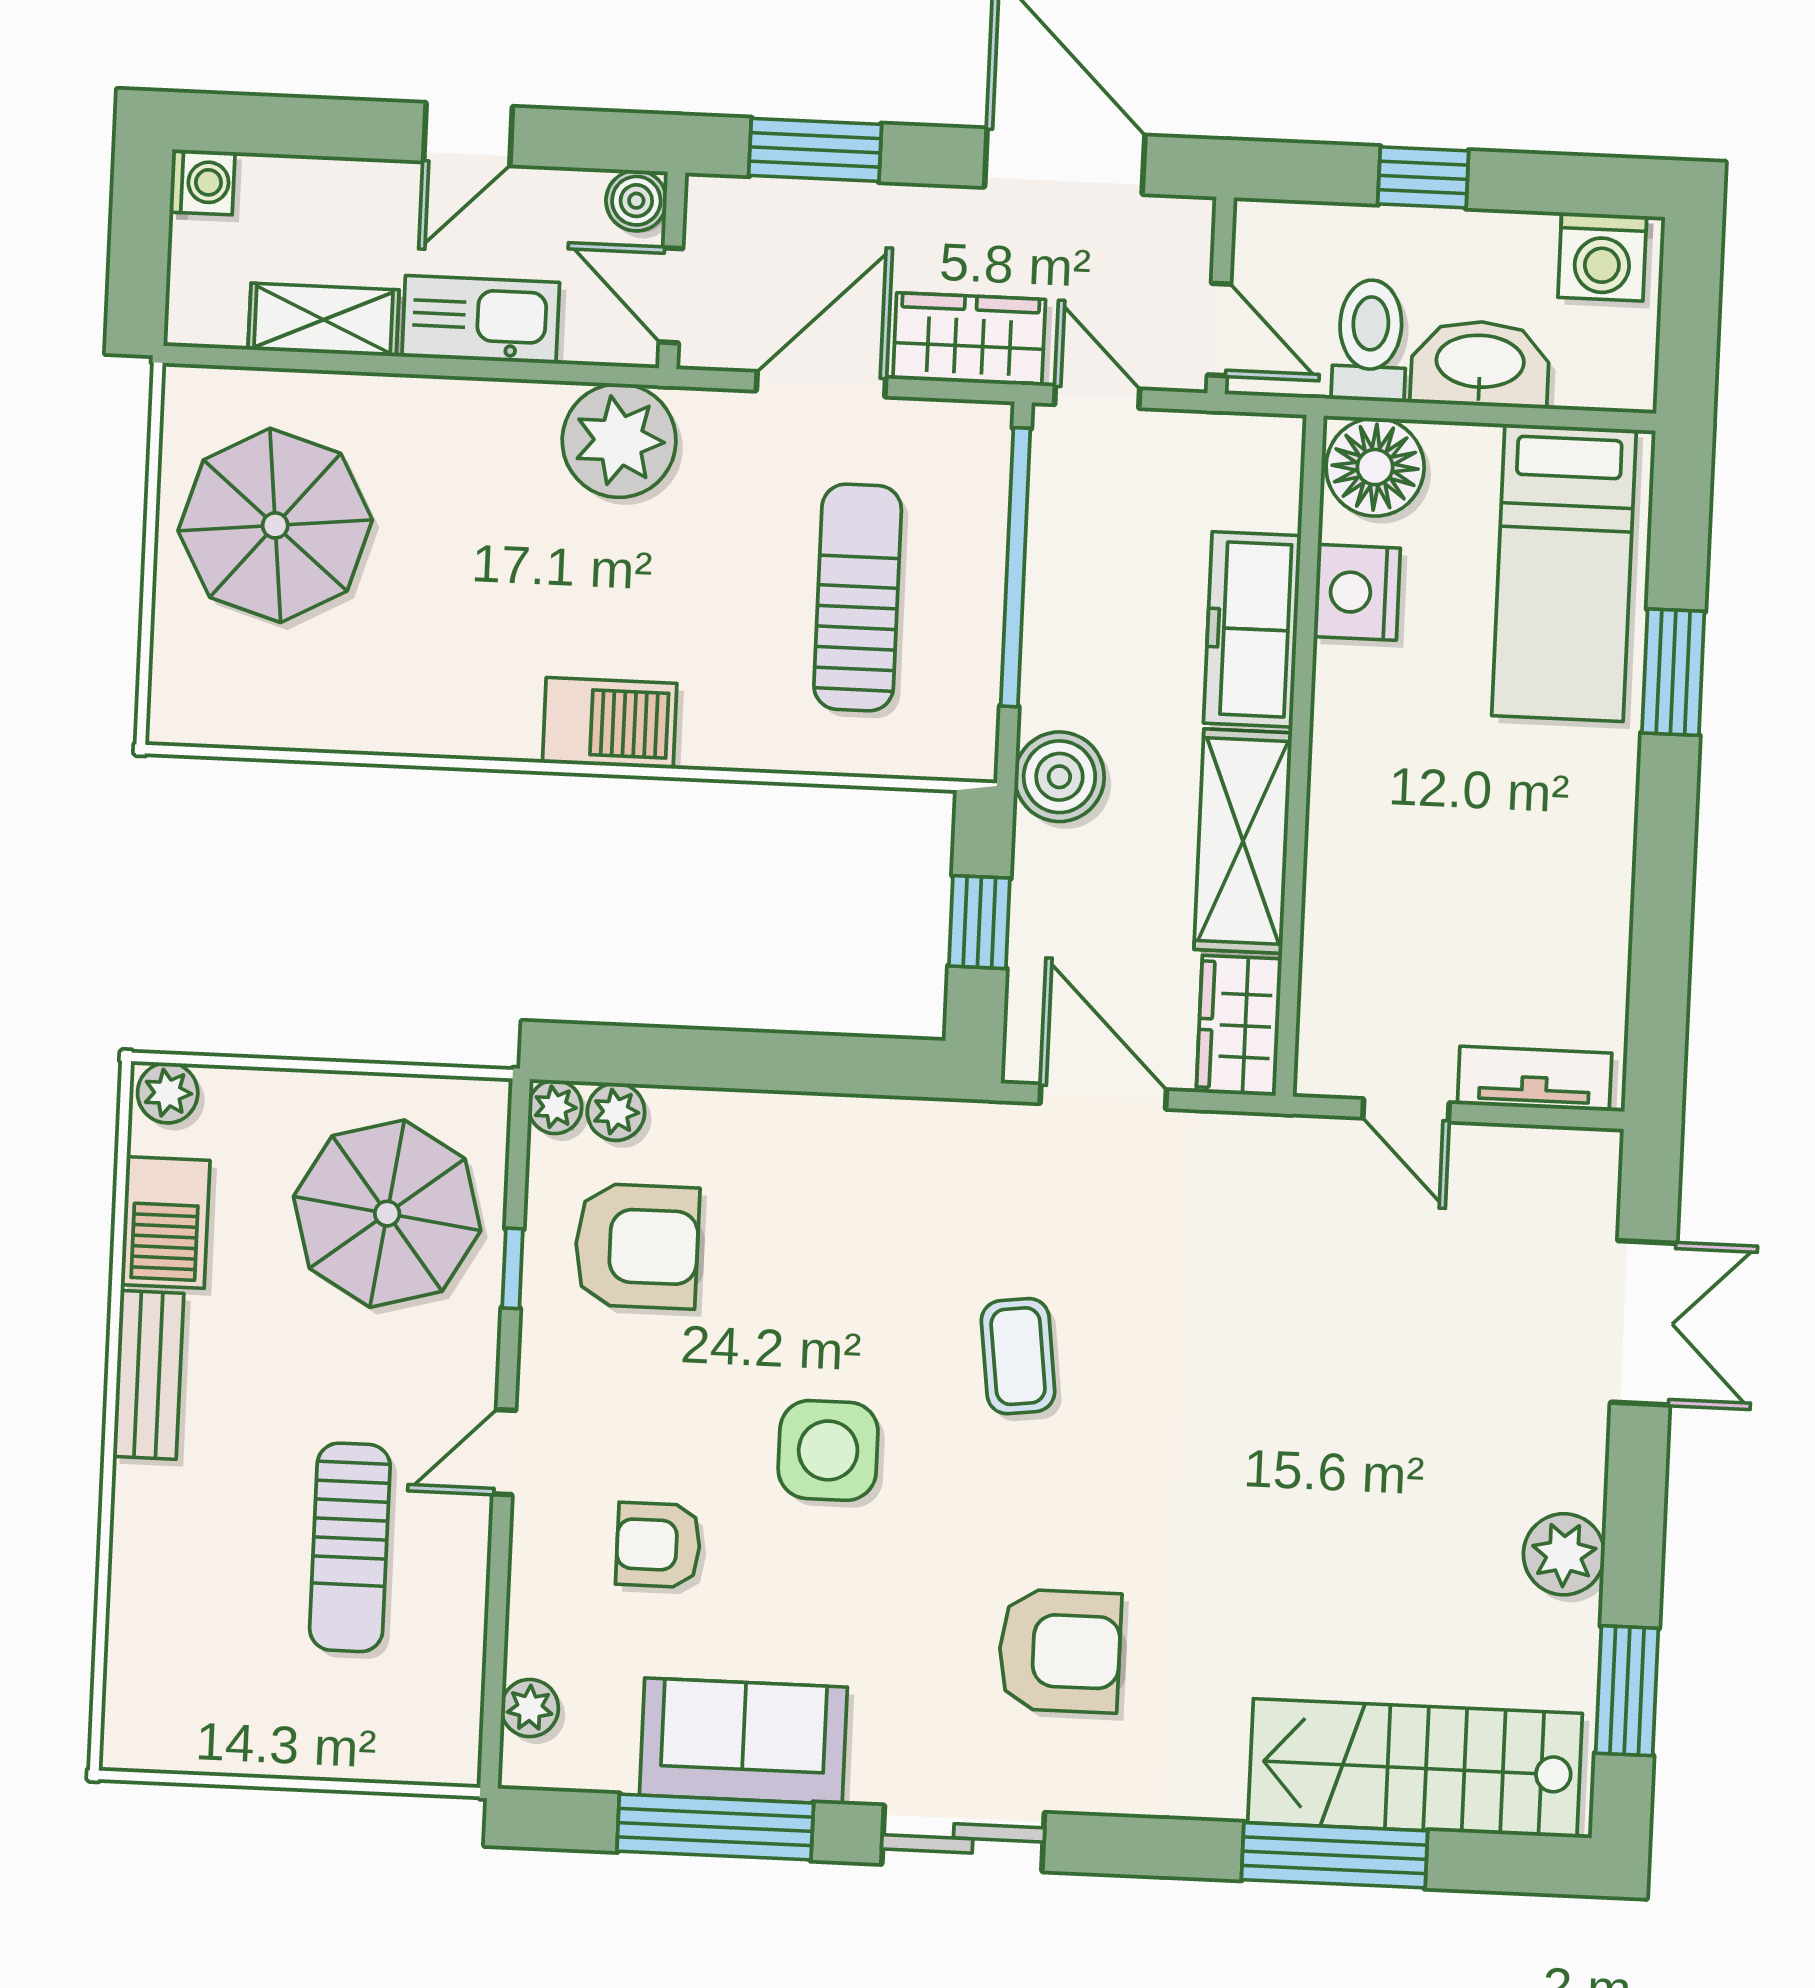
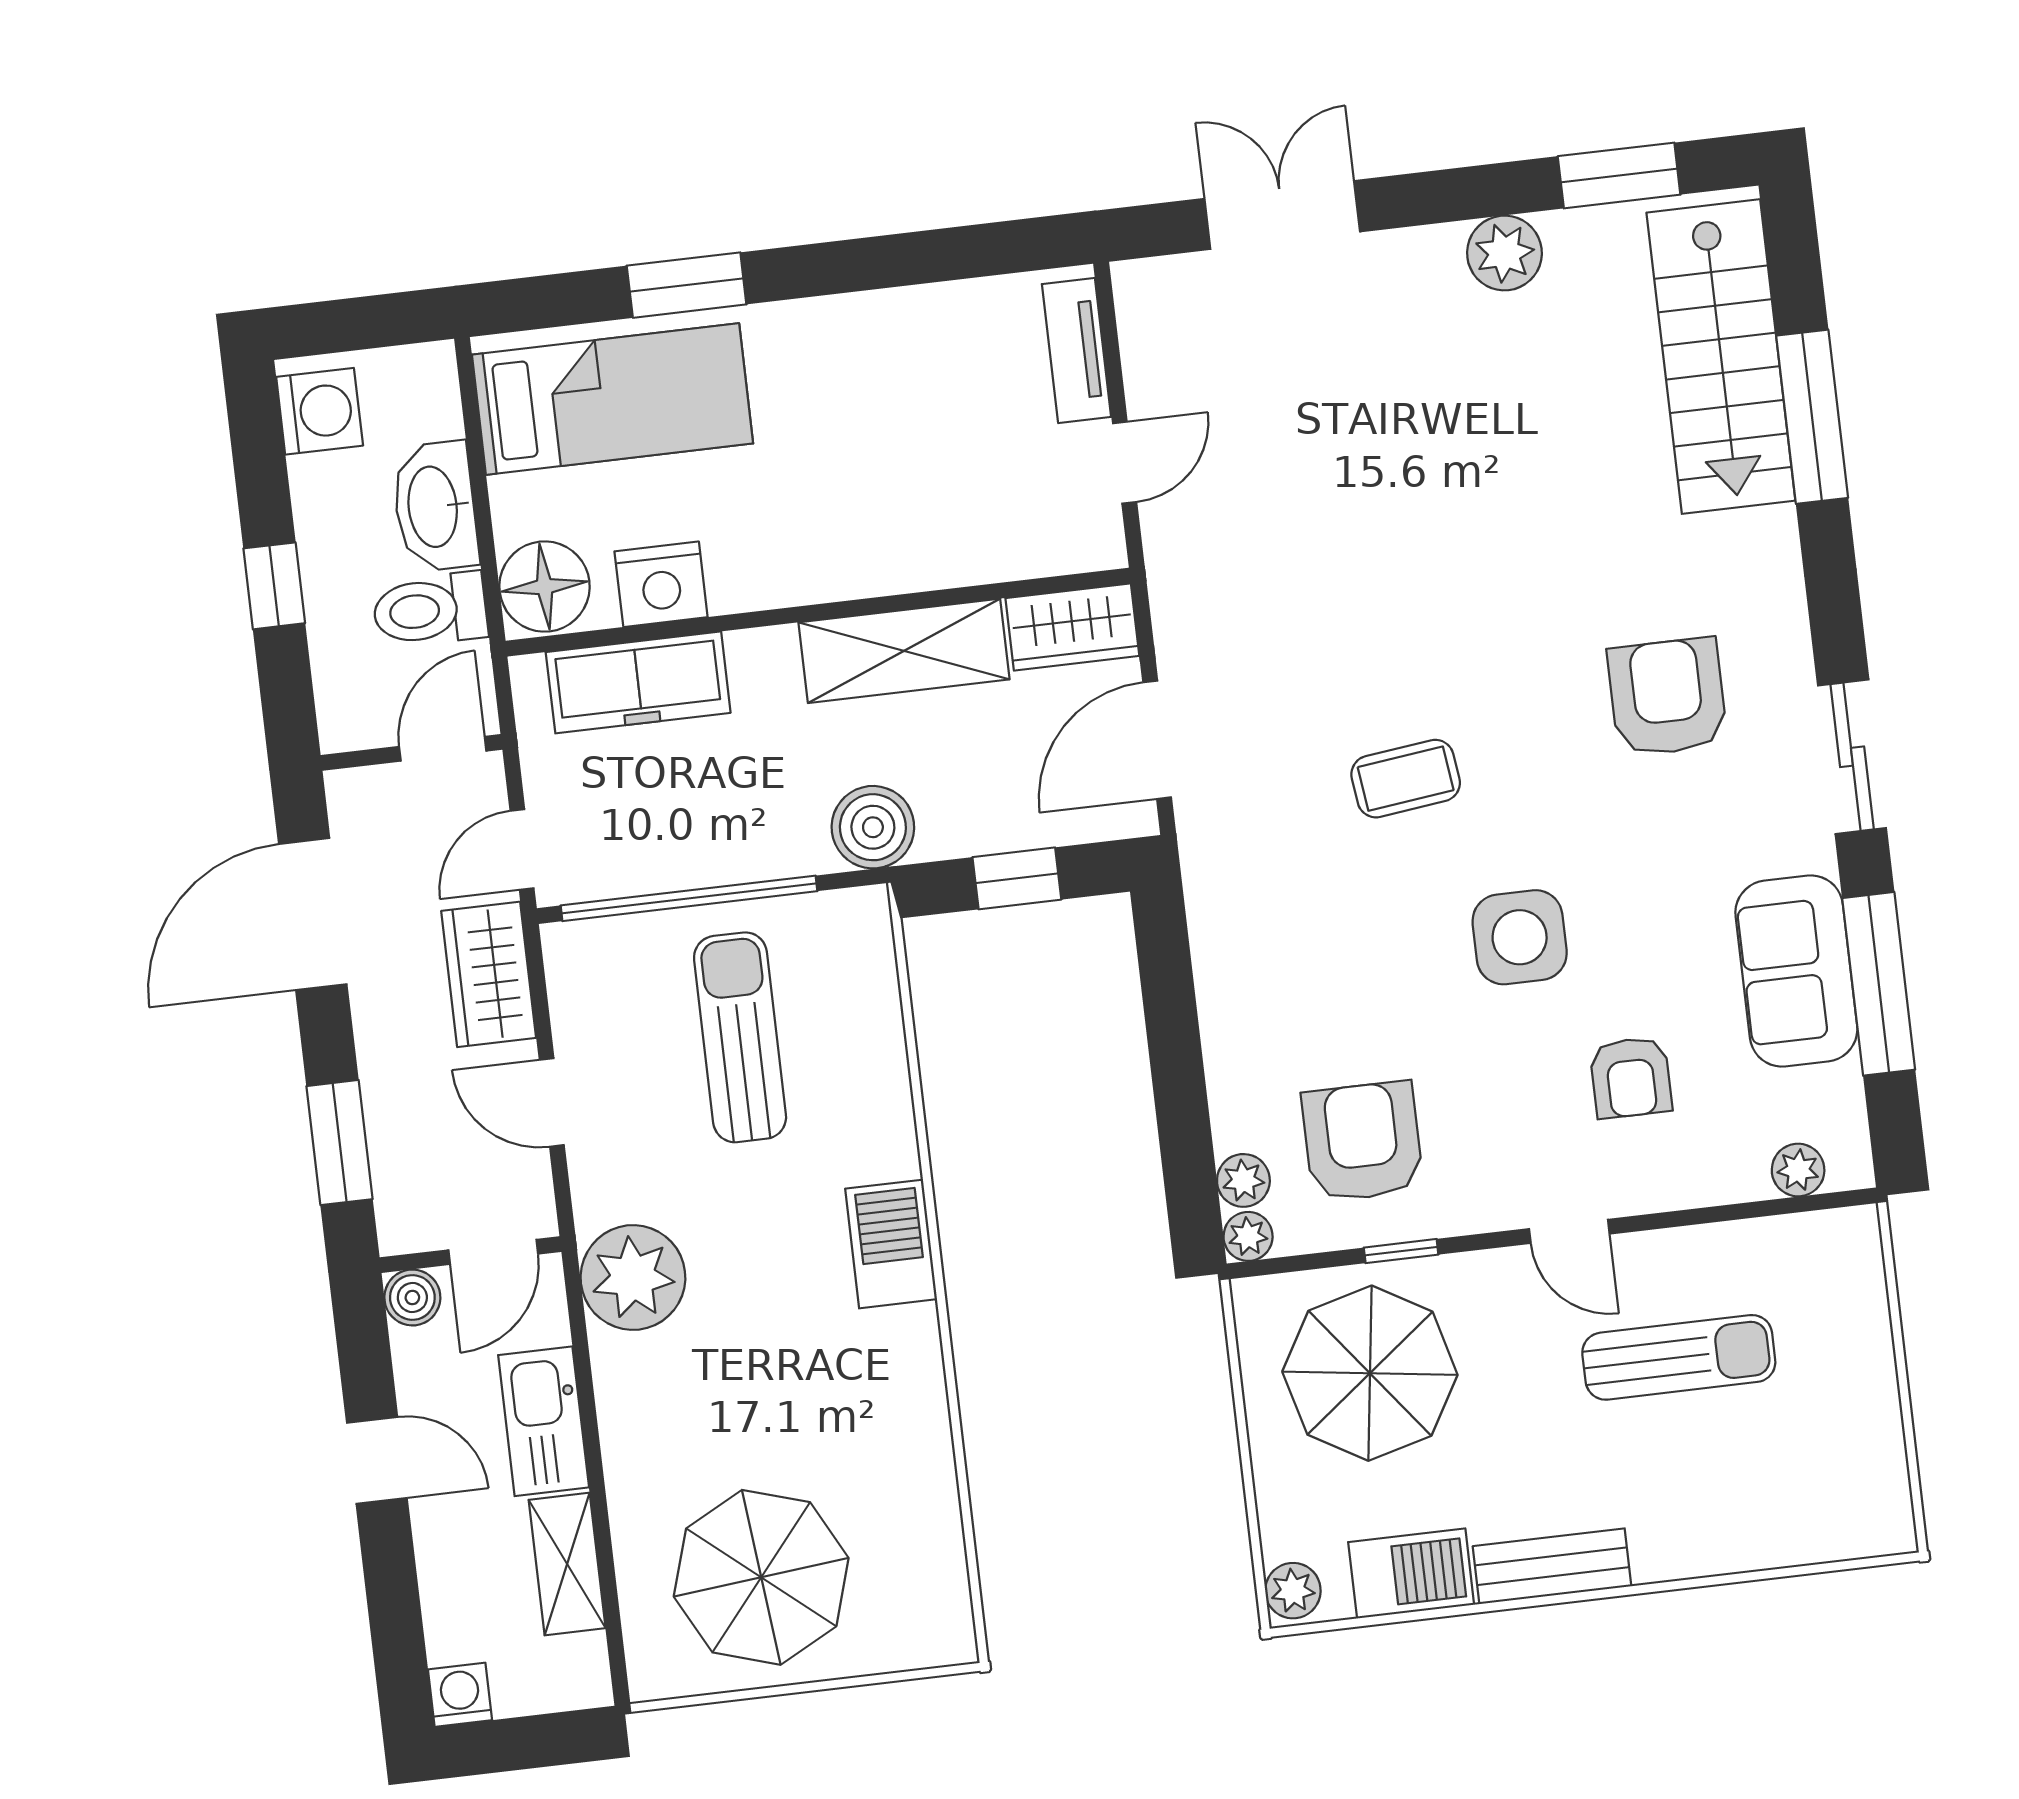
door: (821, 384) -> (552, 1102), width x0.73
sun lounger: (858, 597) -> (740, 1037), turned 90
freezer: (1252, 629) -> (638, 682), moved

